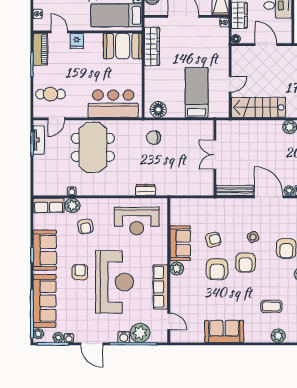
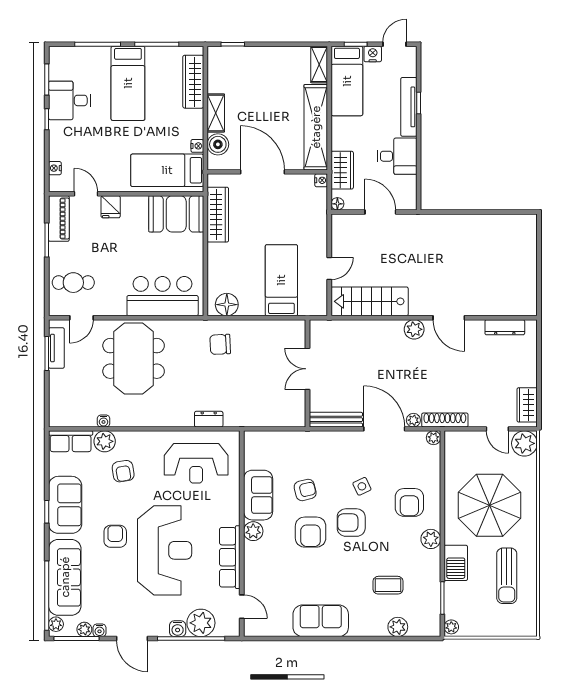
armchair: (245, 262) -> (351, 523), turned 90

